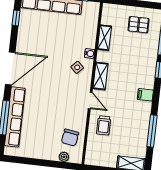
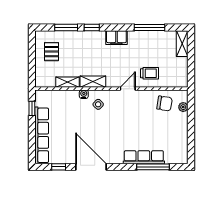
door: (10, 68) -> (91, 167), moved
shelving: (100, 76) -> (93, 82), moved
filing cabinet: (145, 95) -> (116, 38), width x2.00
row of seats: (15, 117) -> (144, 157), width x0.73

